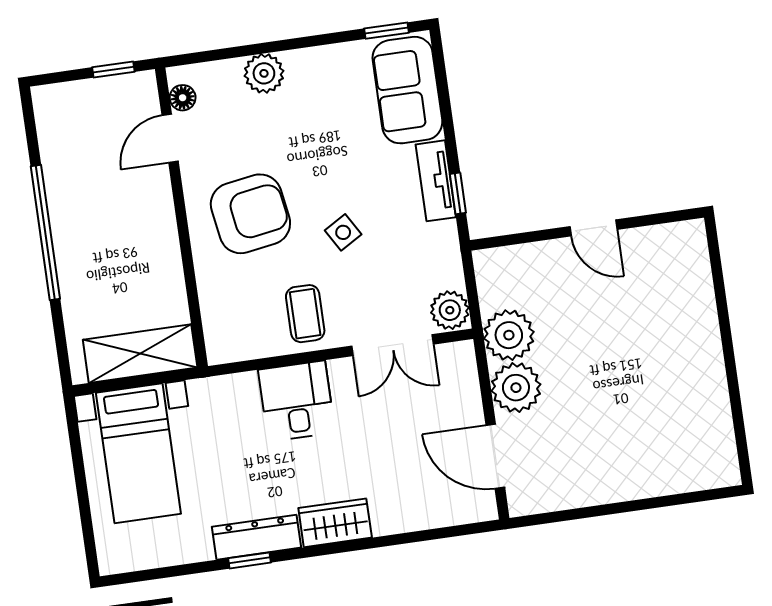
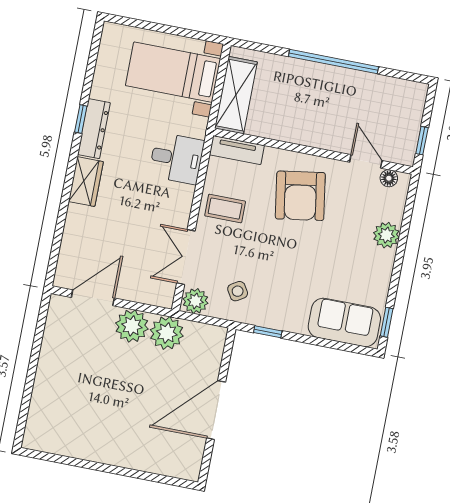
tv unit: (436, 181) -> (237, 150), moved, turned 180
door: (593, 228) -> (216, 410), width x1.88
side table: (343, 232) -> (238, 291), moved
desk: (296, 401) -> (177, 158), moved

